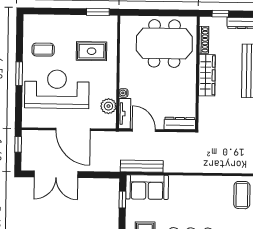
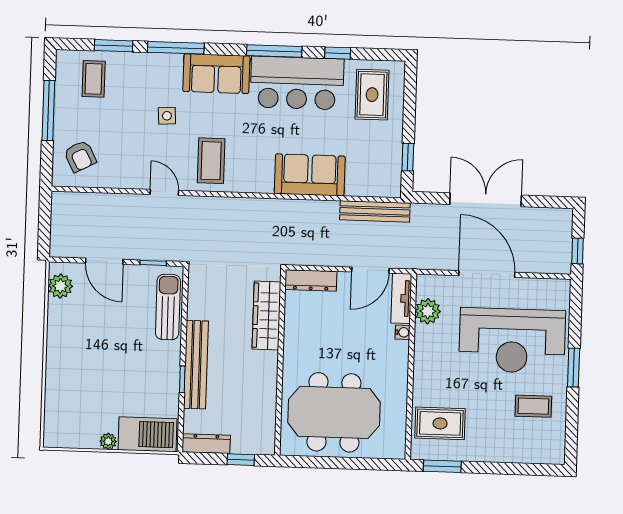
shoe rack: (204, 40) -> (269, 417), removed
rug: (92, 51) -> (440, 423), moved
wardrobe: (207, 75) -> (266, 316), moved
door: (144, 130) -> (370, 270), hinge flipped
double door: (56, 174) -> (486, 200), moved
sofa: (147, 187) -> (310, 175), moved

